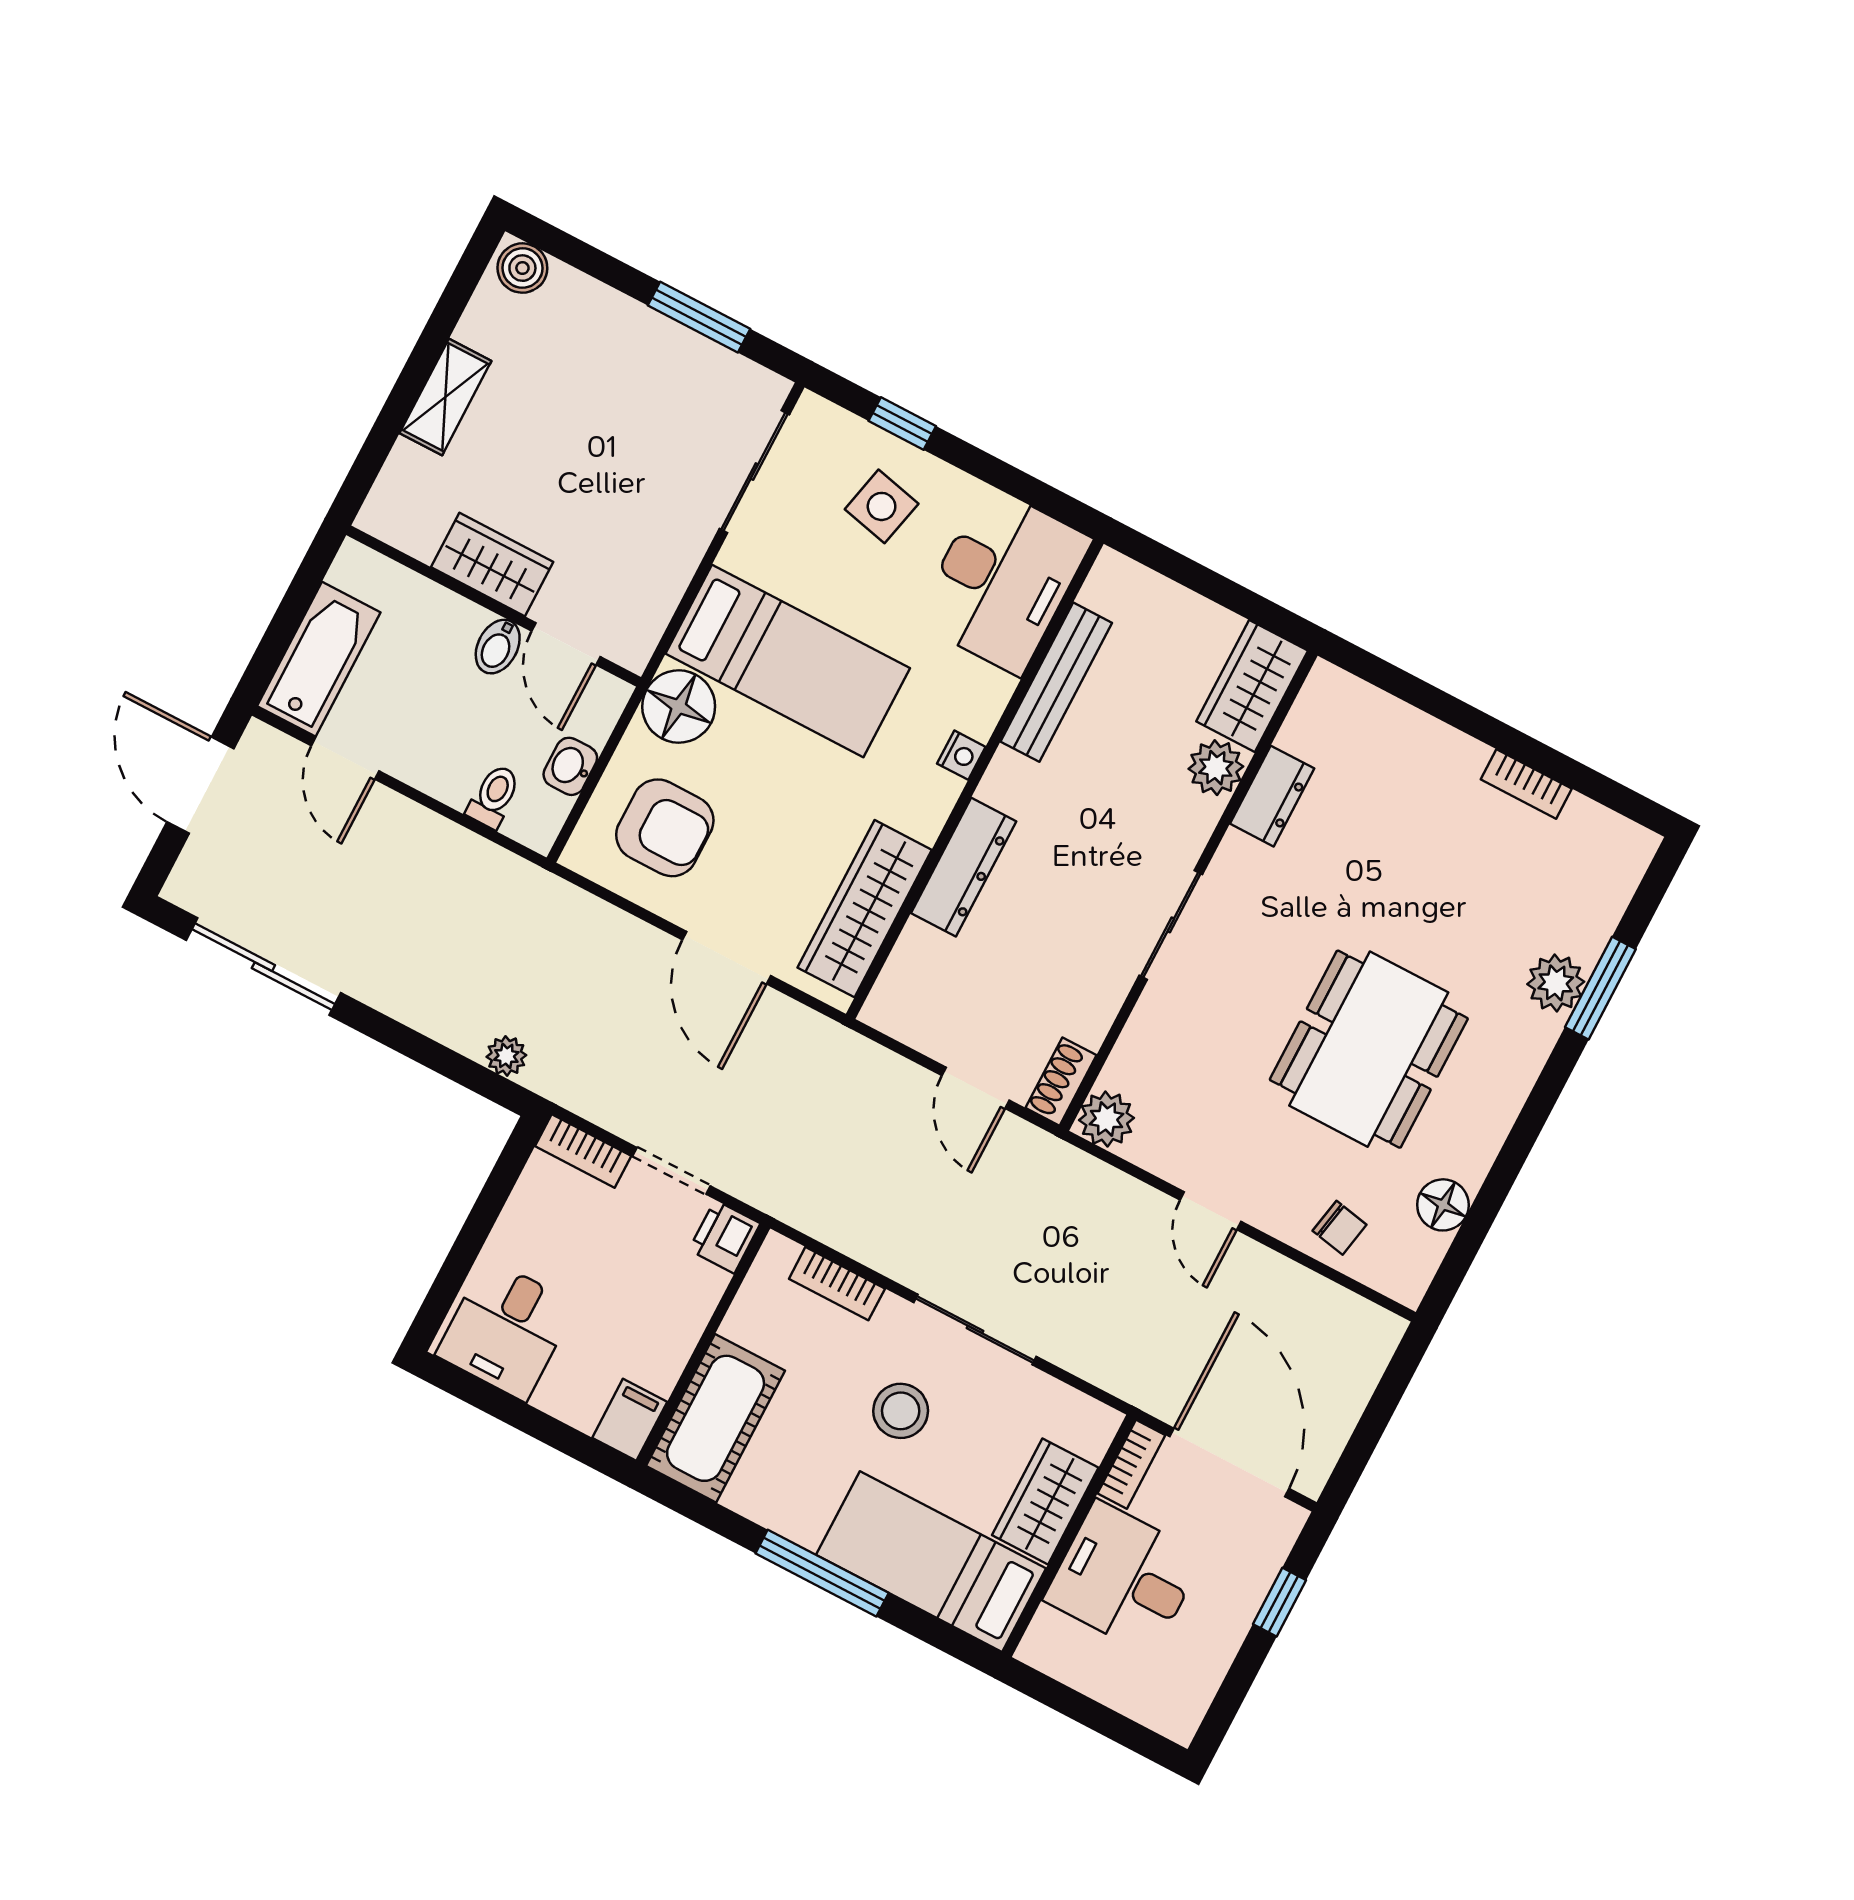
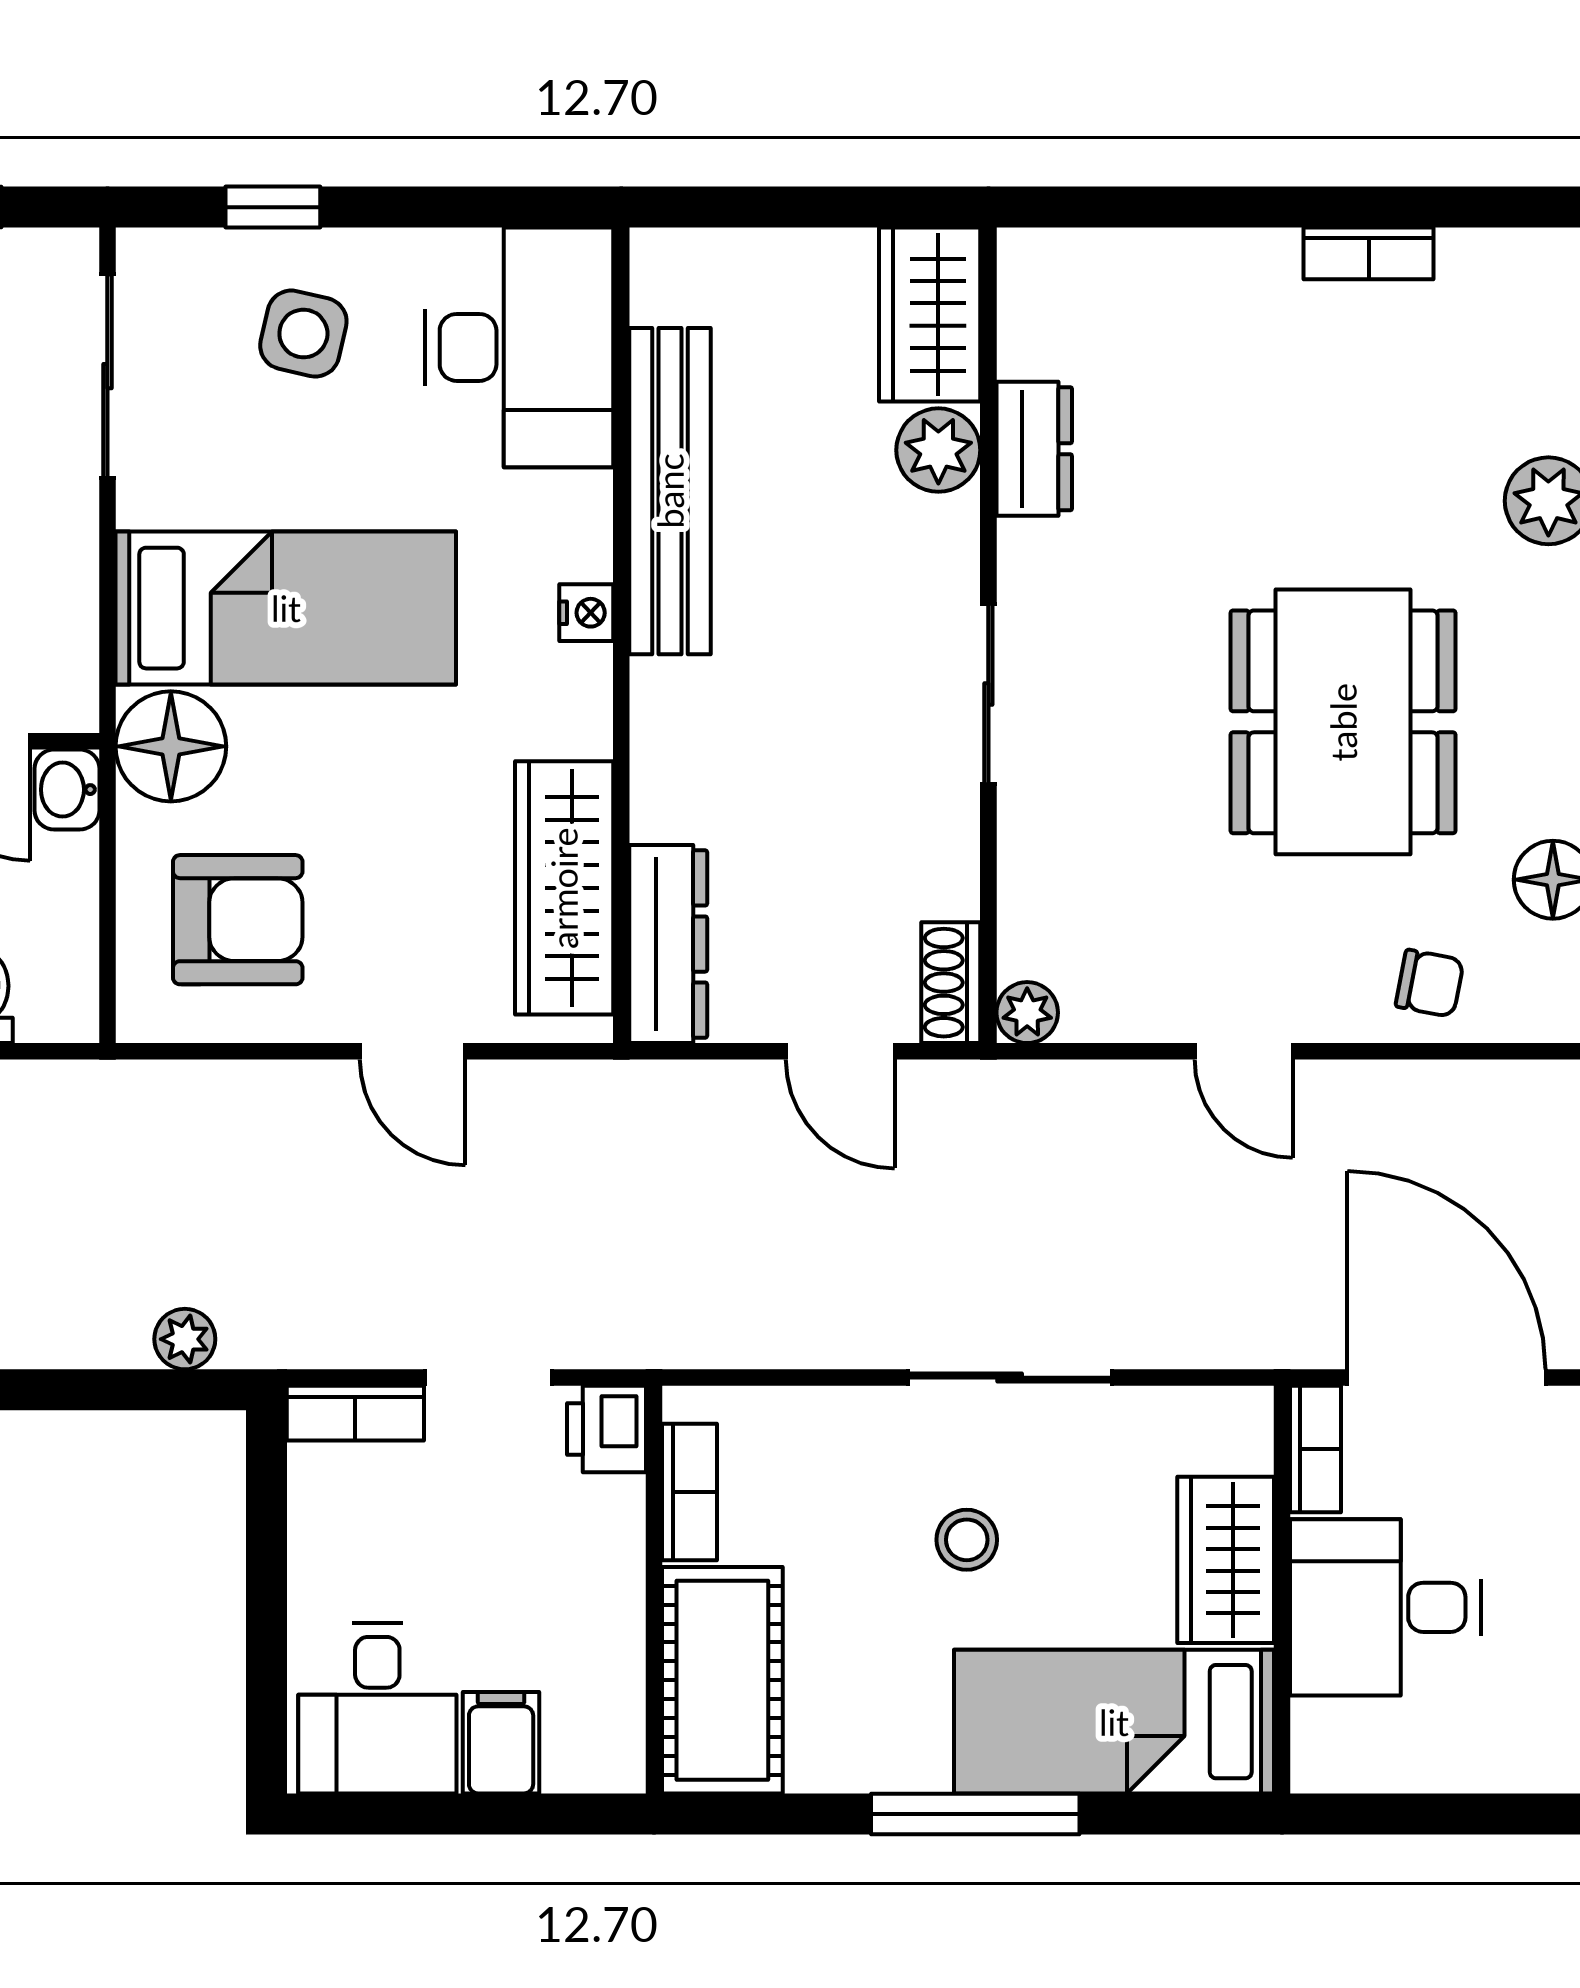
bench: (1056, 682) -> (670, 491), width x1.37, depth x1.21
washbasin: (570, 766) -> (67, 790), moved
dresser: (964, 867) -> (668, 944), moved
door: (727, 958) -> (413, 1051), width x0.73
plant: (1107, 1119) -> (1027, 1013), width x0.73, depth x0.73
bookcase: (837, 1284) -> (689, 1492), moved, turned -90
stool: (901, 1411) -> (967, 1540), width x0.73, depth x0.73
filing cabinet: (630, 1420) -> (501, 1743), moved

